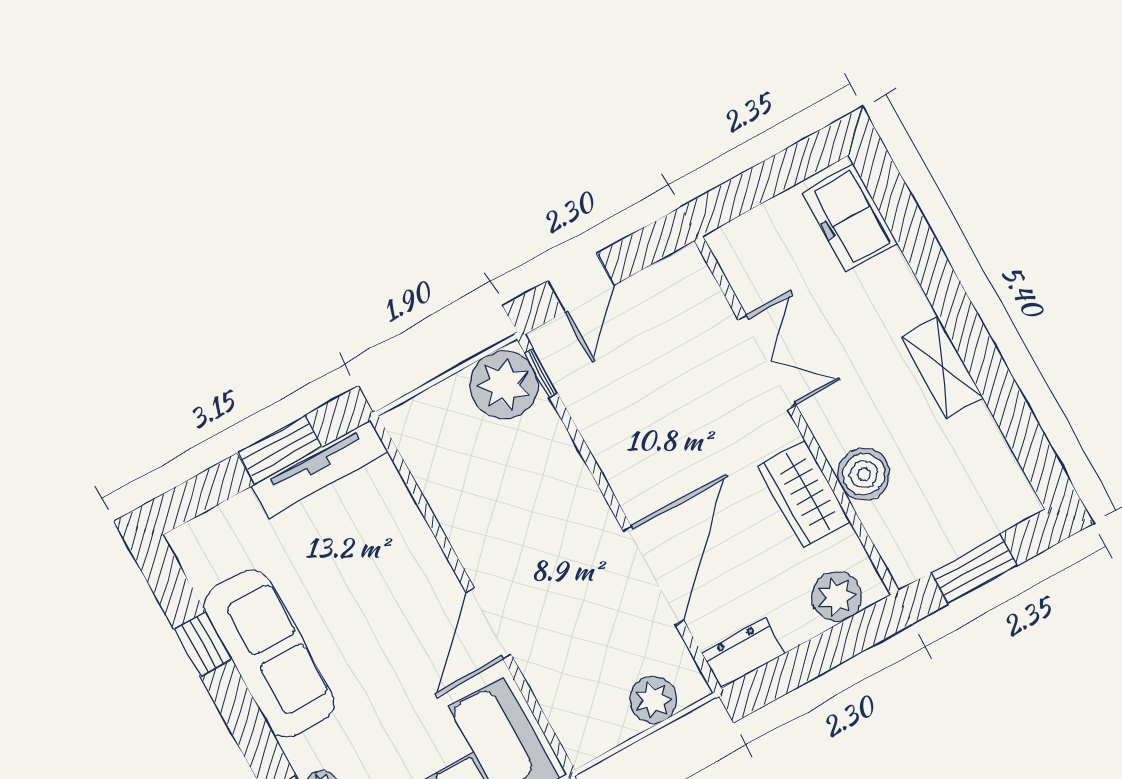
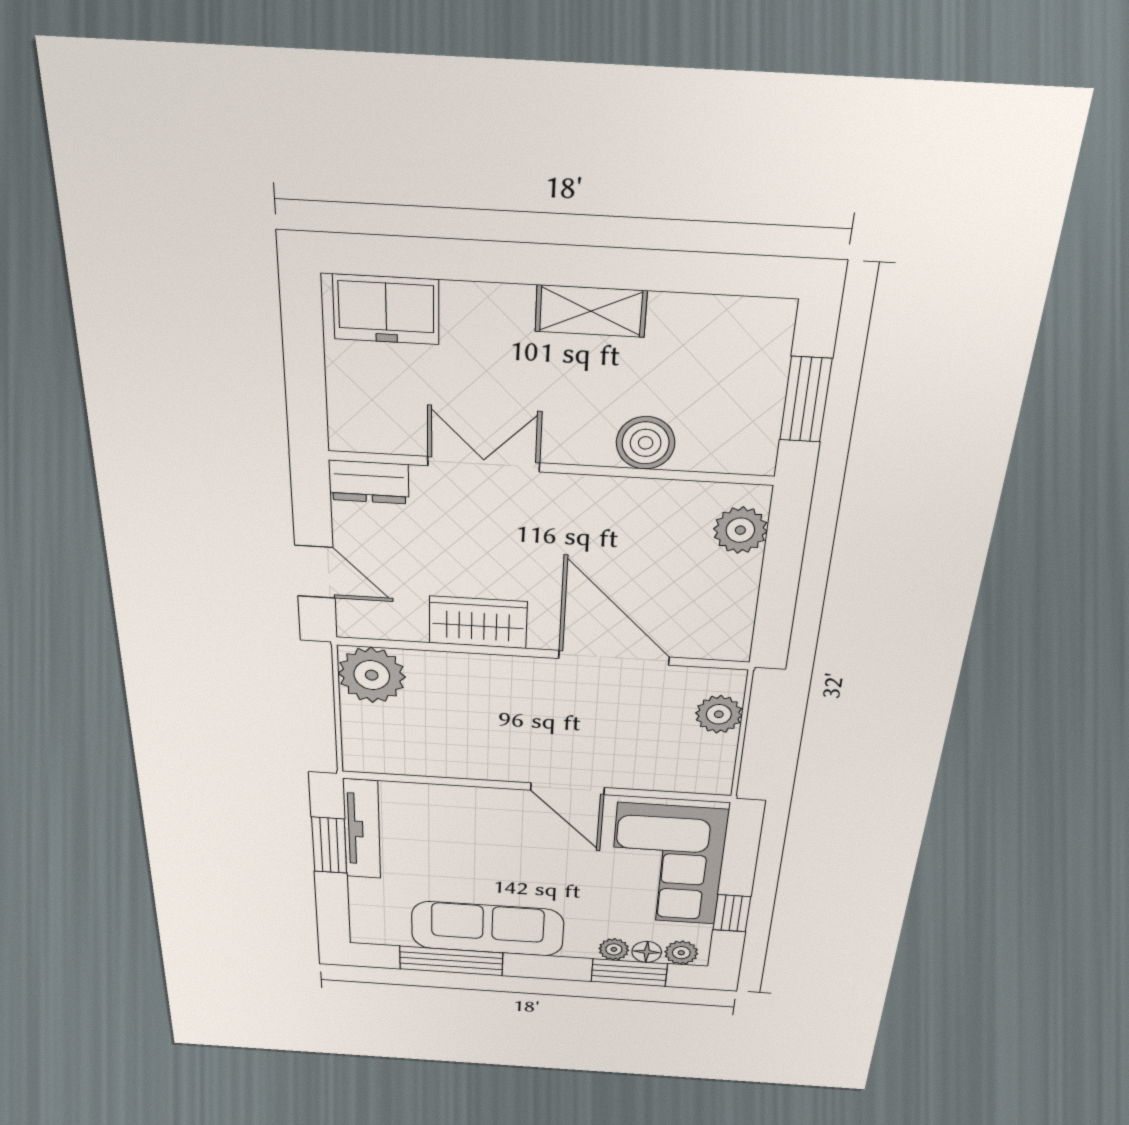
window: (541, 373) -> (379, 644), removed
wardrobe: (804, 494) -> (478, 622), moved, turned 180
window: (203, 644) -> (451, 961), width x2.17
dresser: (743, 653) -> (369, 482), moved, turned -90

